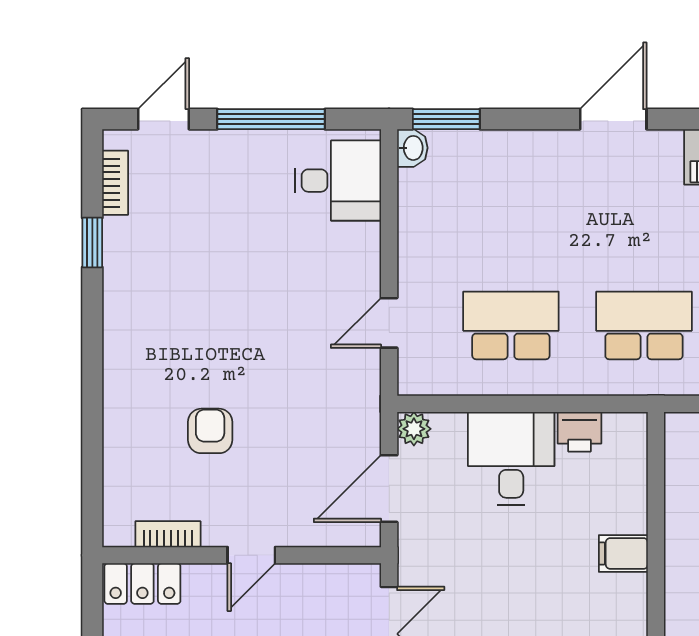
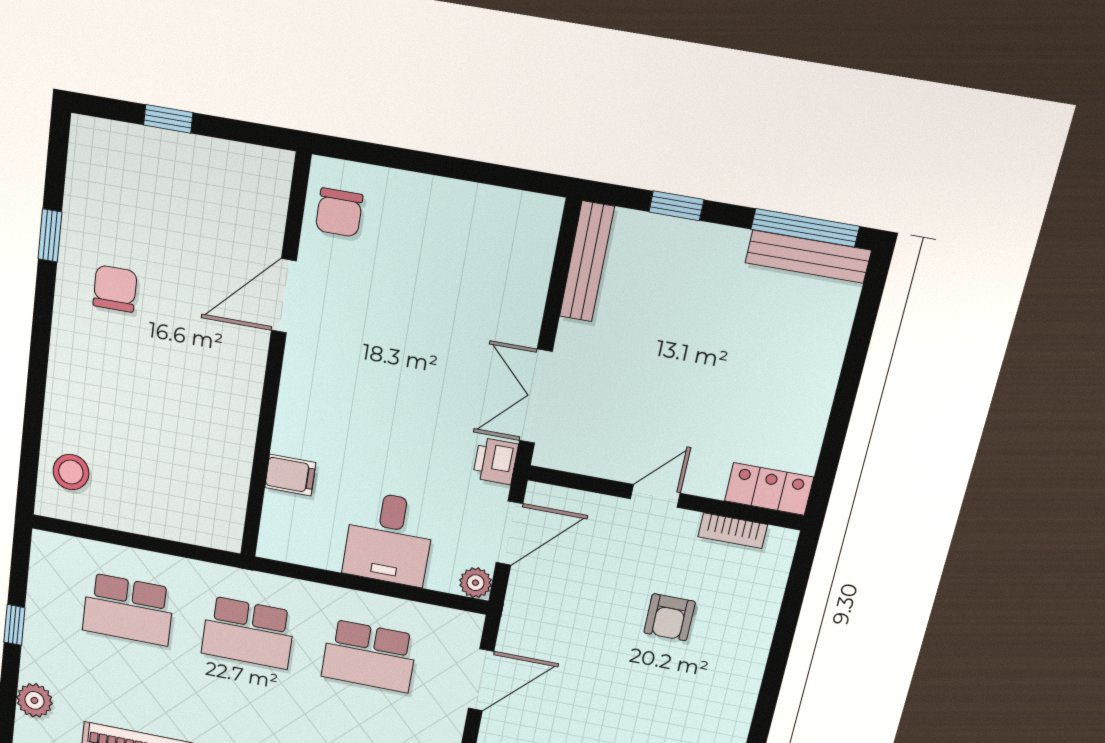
door: (389, 323) -> (481, 680), width x1.38
printer: (580, 432) -> (495, 461), moved, turned -90
filing cabinet: (623, 553) -> (290, 475), moved

